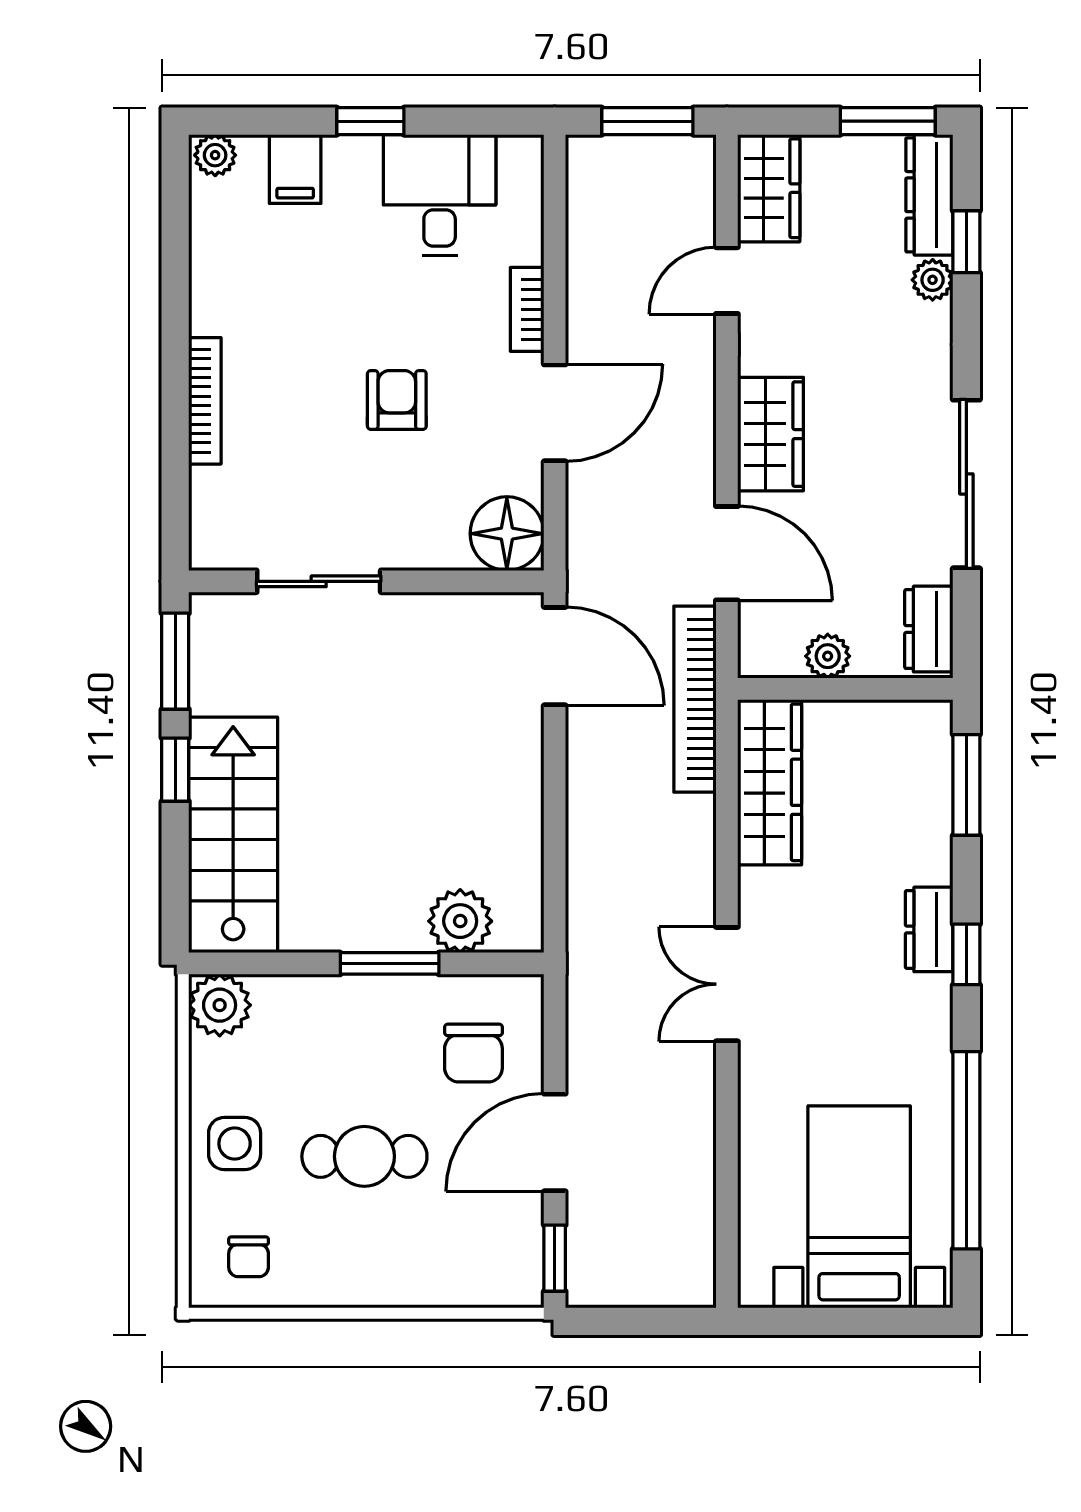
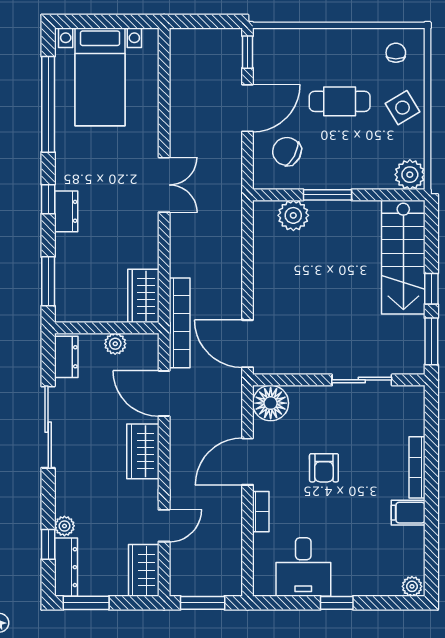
filing cabinet: (295, 169) -> (408, 513), moved, turned -90
wardrobe: (770, 782) -> (143, 296), width x0.67
chair: (473, 1053) -> (287, 151), turned -62
side table: (235, 1144) -> (403, 108), turned -31

